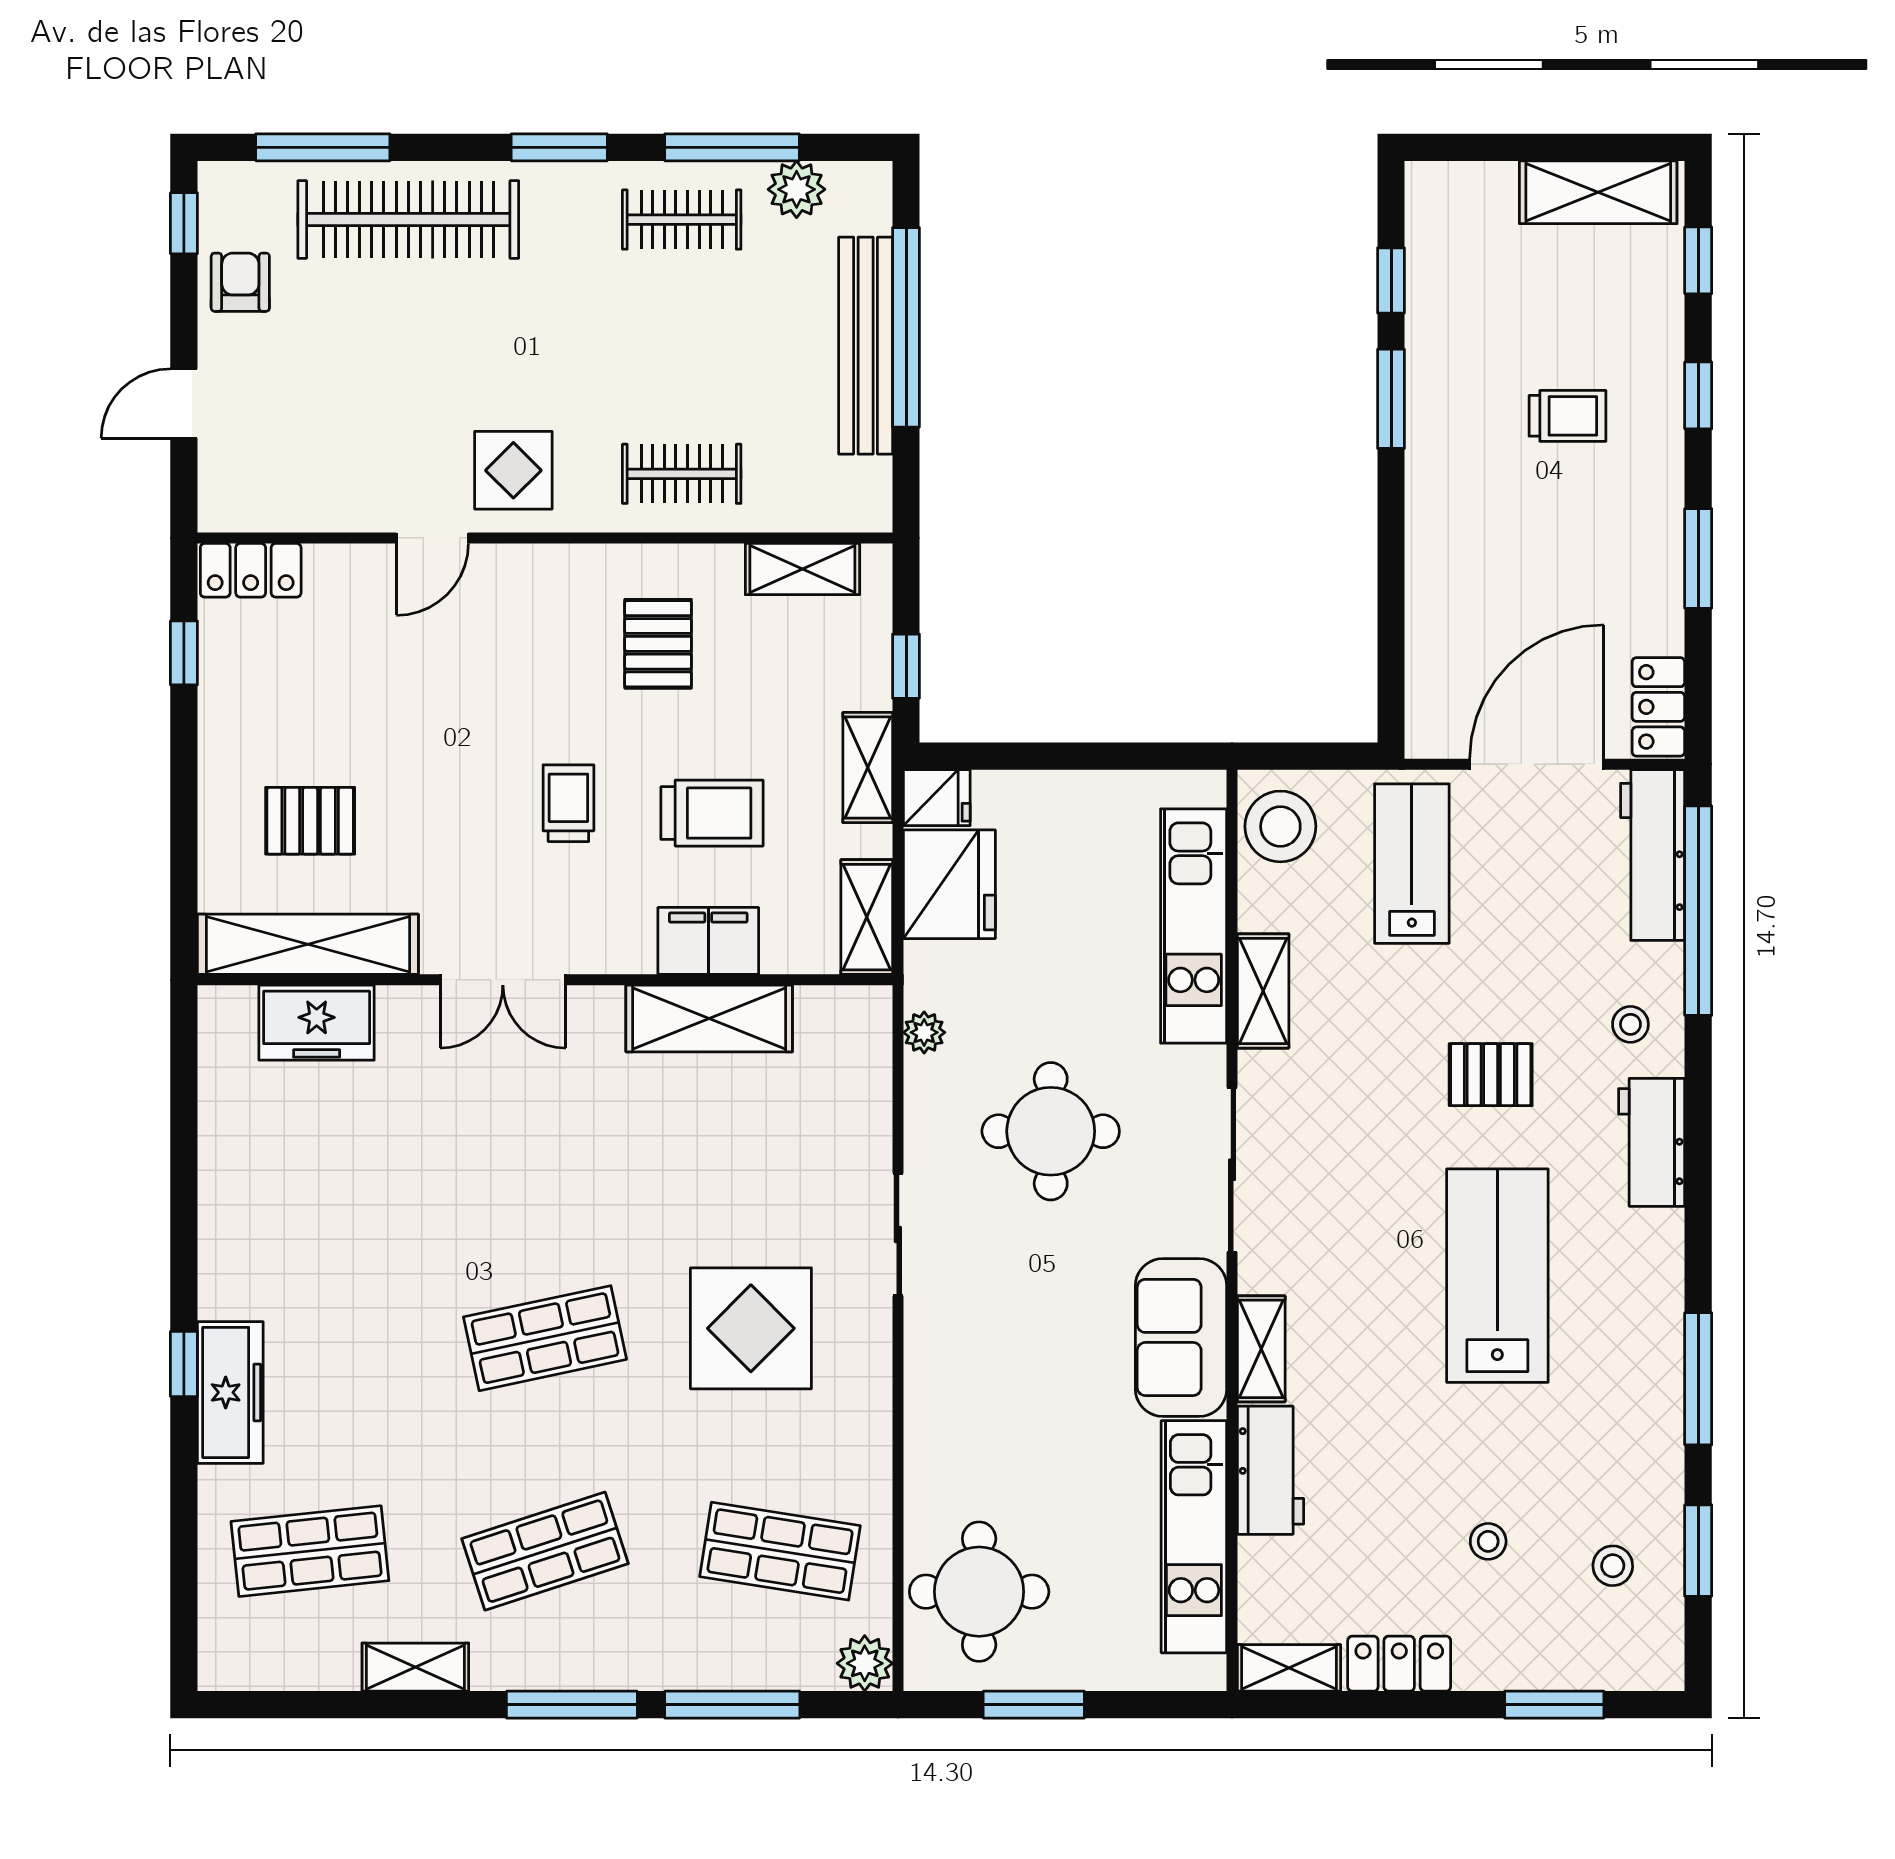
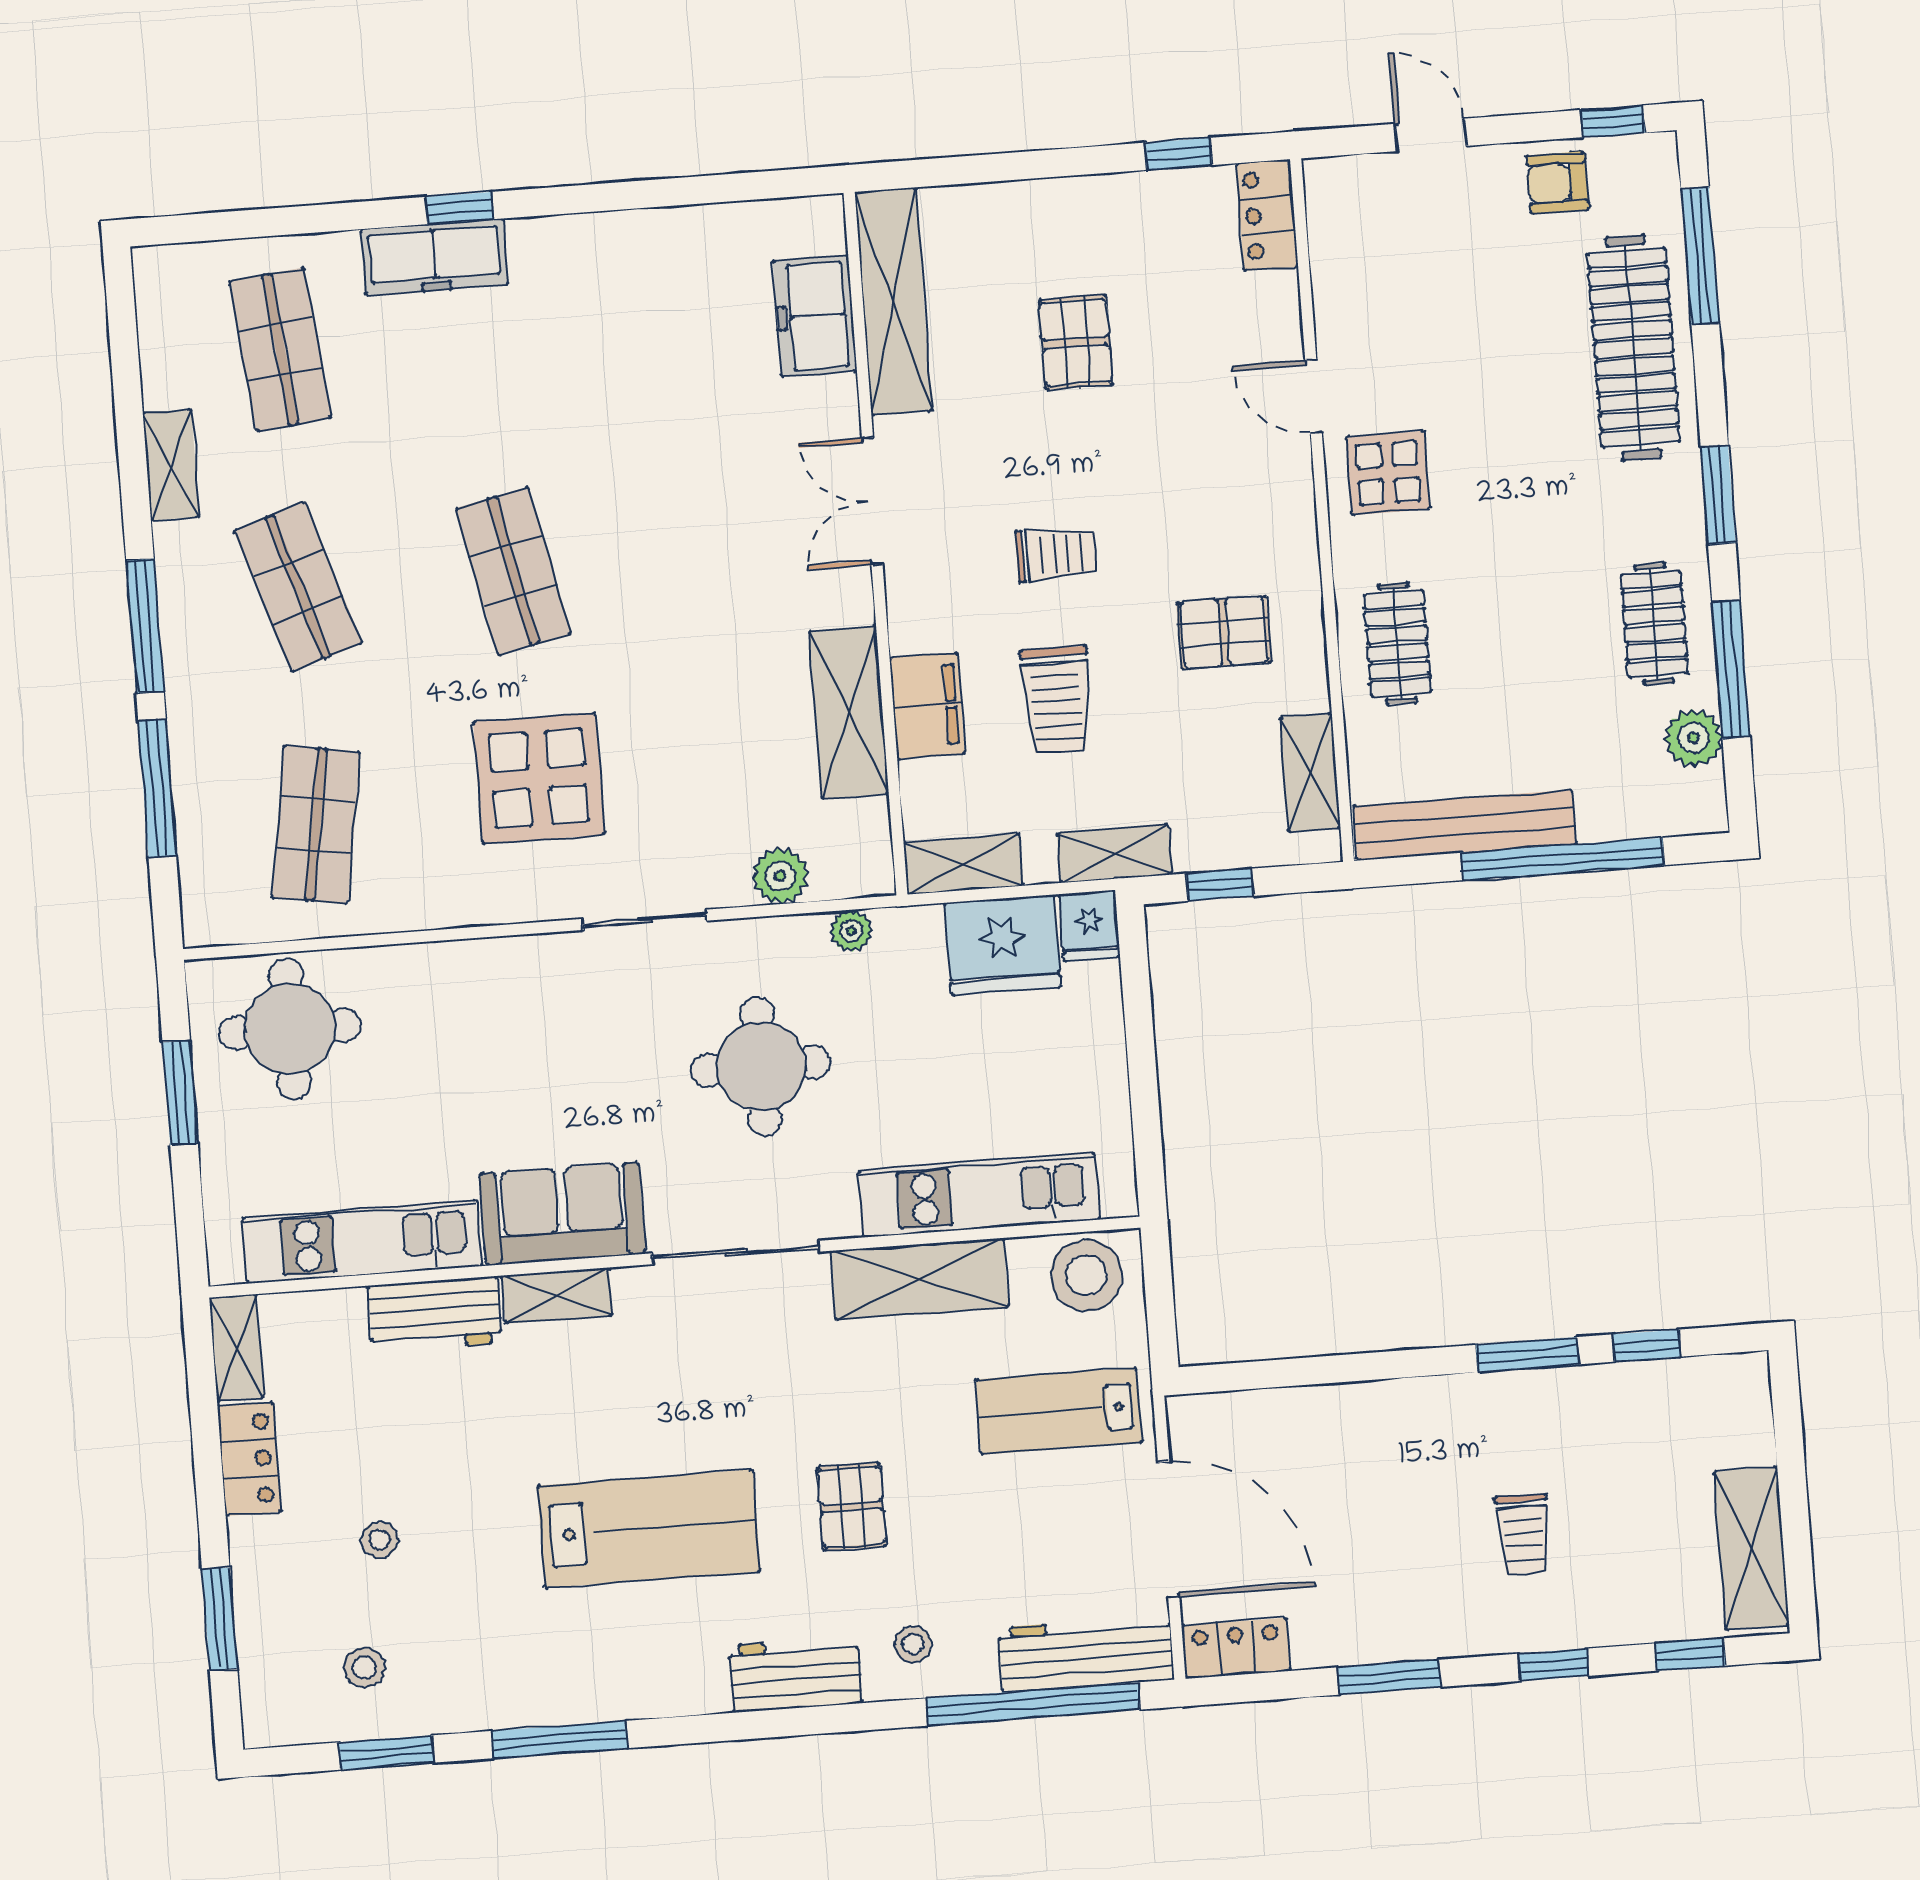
armchair: (240, 282) -> (1557, 183), turned 180
bench: (866, 346) -> (1465, 825), moved
pallet: (310, 821) -> (1076, 342), moved
lab bench: (1412, 864) -> (1059, 1411), turned 180
shelving: (1263, 991) -> (919, 1279), width x1.50, depth x1.33
plant: (865, 1663) -> (780, 876), moved

